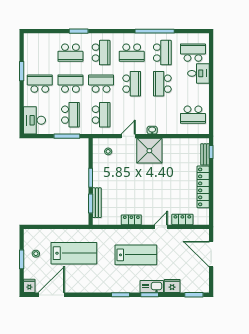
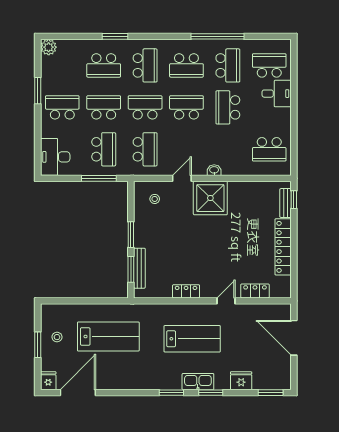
plant: (30, 39) -> (49, 47), added
school desk: (132, 84) -> (186, 107), turned -90
kitchen sink: (152, 287) -> (198, 382), moved

